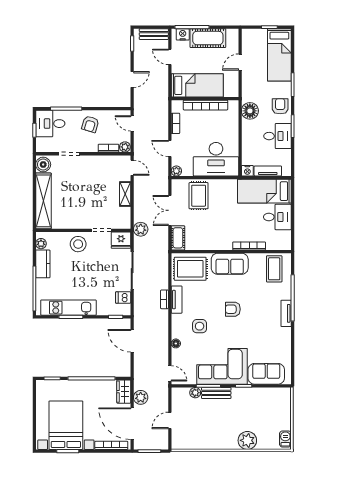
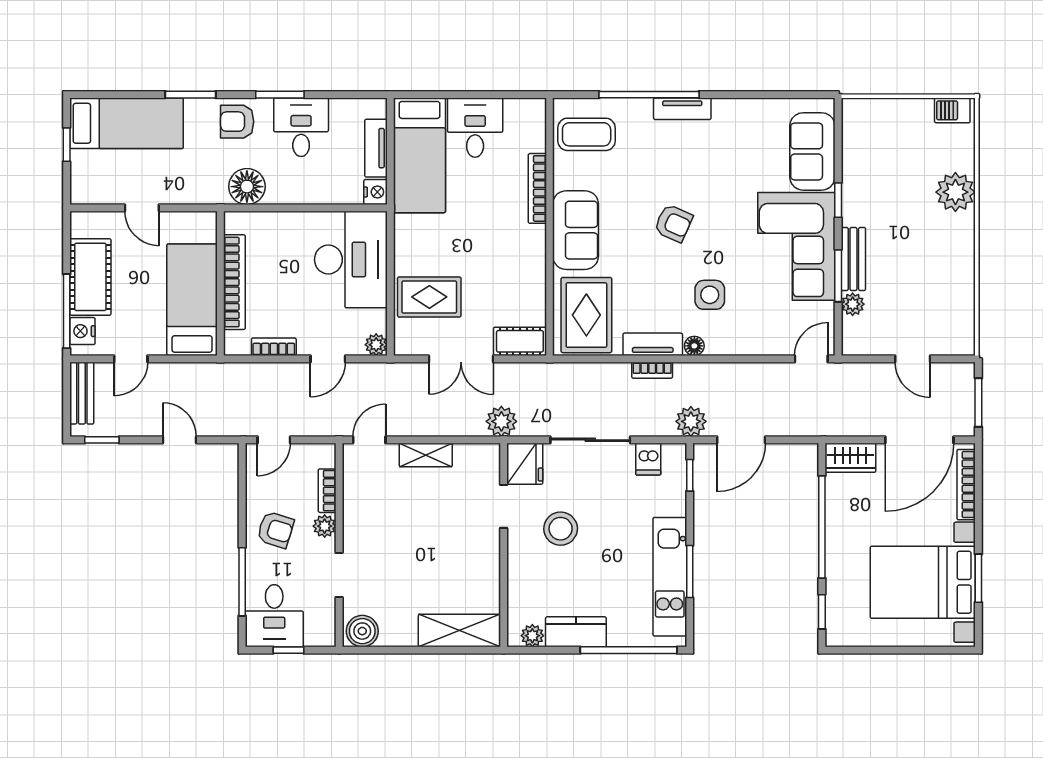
plant: (125, 147) -> (325, 526), moved
shelving: (43, 201) -> (459, 631), width x0.68
stool: (78, 244) -> (561, 529), moved
armchair: (233, 309) -> (673, 223), turned -66
floor lamp: (176, 343) -> (694, 346), moved
plant: (141, 397) -> (691, 421), moved

